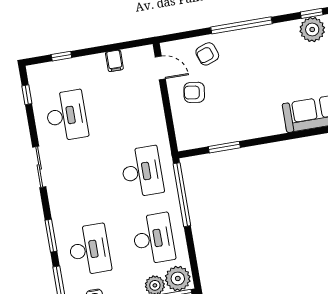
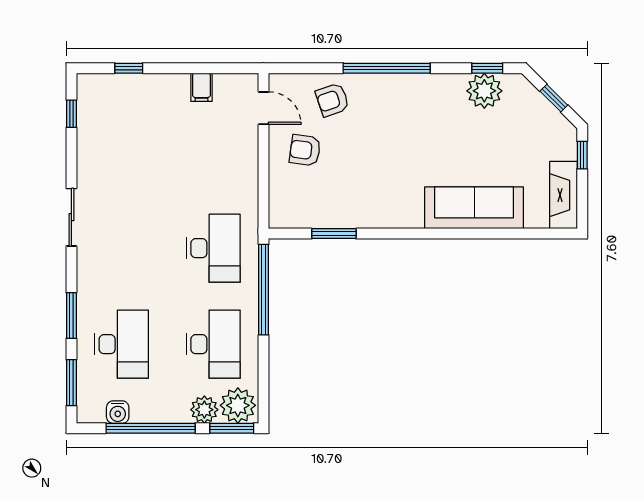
desk: (66, 116) -> (122, 152), removed

